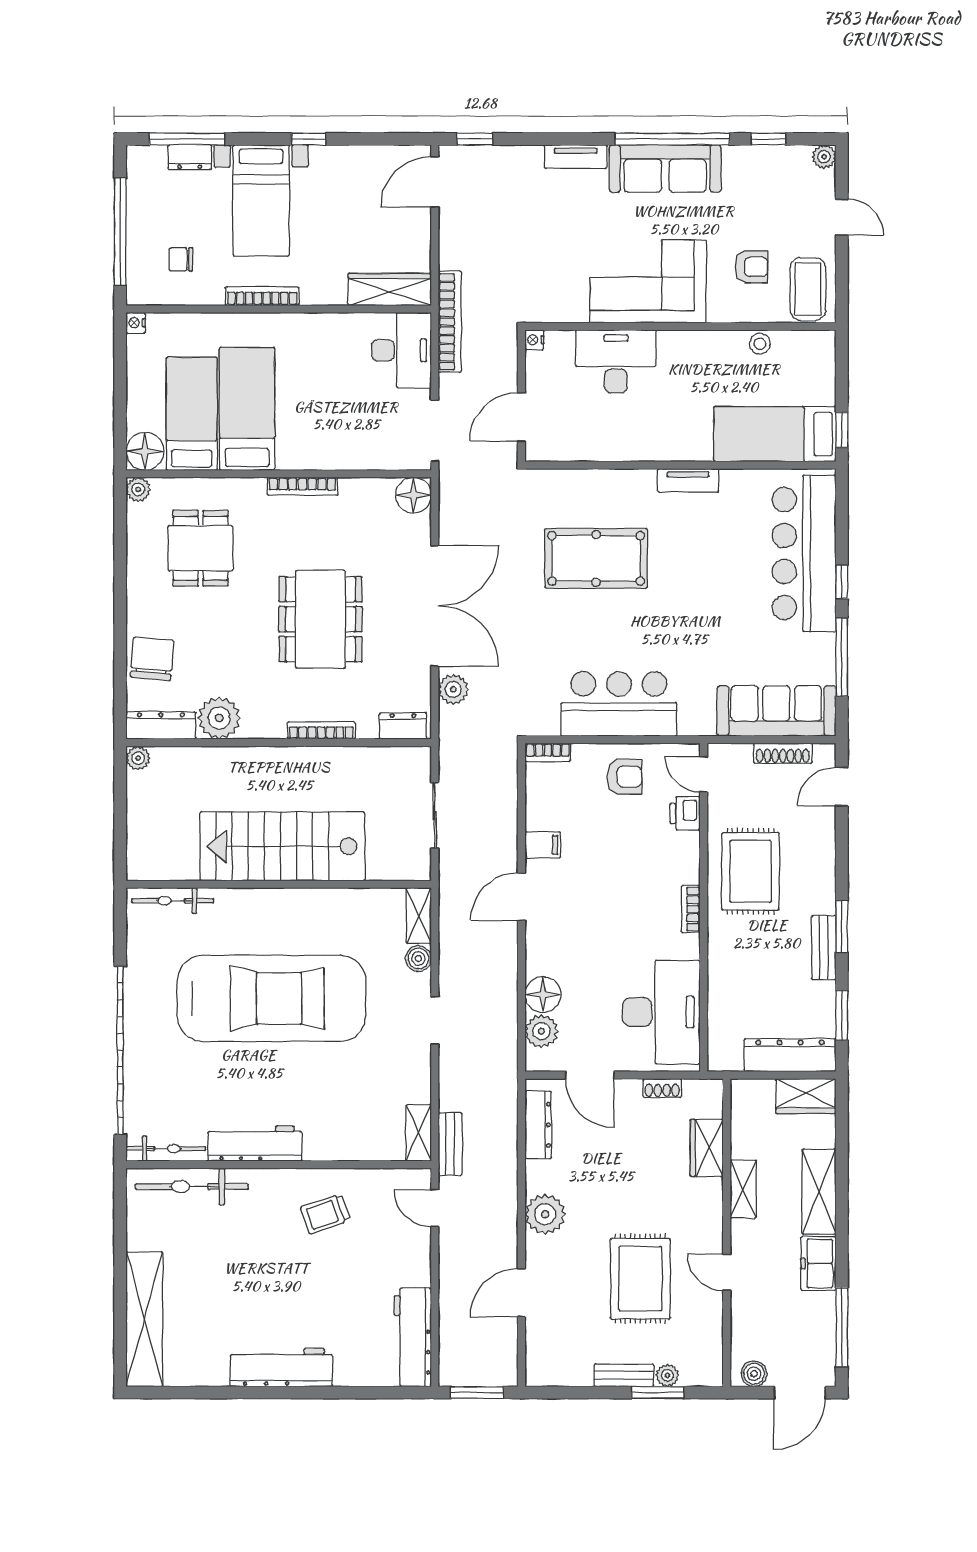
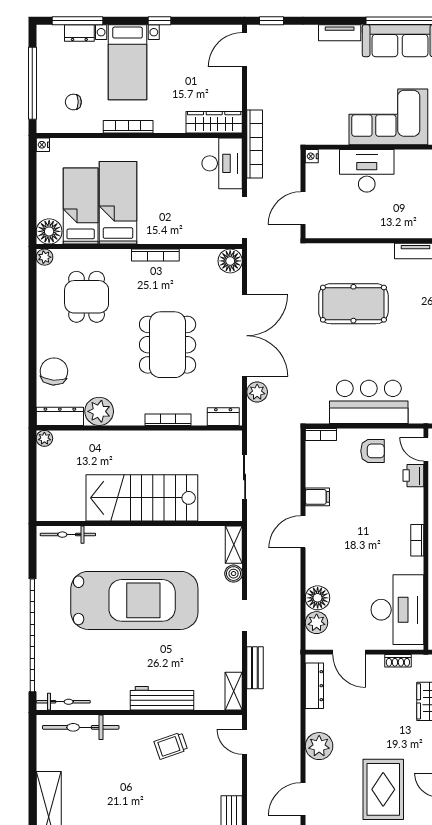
workbench: (255, 1144) -> (162, 698), moved
bench: (450, 1144) -> (255, 668), moved

